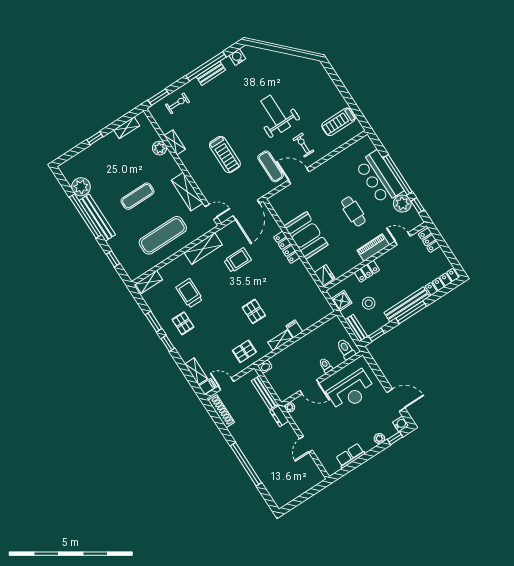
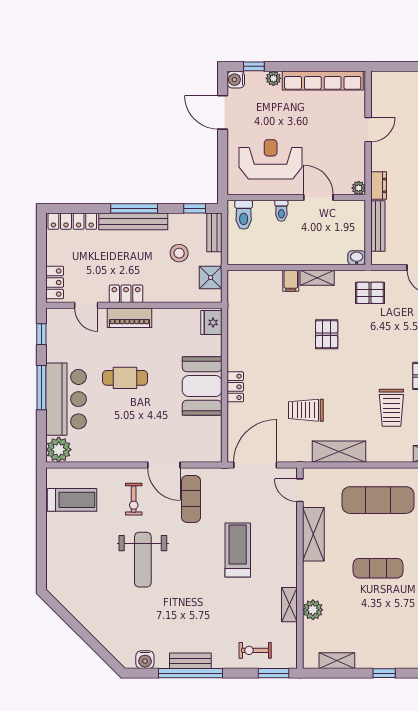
window: (398, 175) -> (41, 388), width x0.68
plant: (402, 204) -> (59, 450), moved
cafe table: (353, 211) -> (125, 378), turned 90
locker: (287, 247) -> (235, 387), width x0.66
locker: (367, 271) -> (126, 294), moved
row of seats: (350, 456) -> (323, 81), width x2.02

